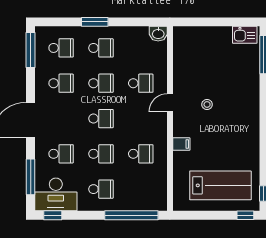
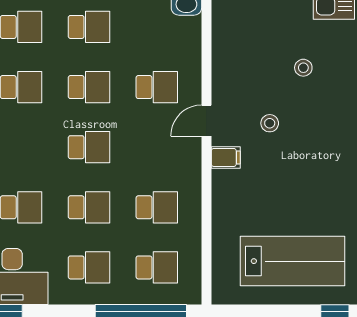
stool: (227, 72) -> (303, 68), added
filing cabinet: (181, 144) -> (226, 157), moved
school desk: (141, 189) -> (157, 267), added

